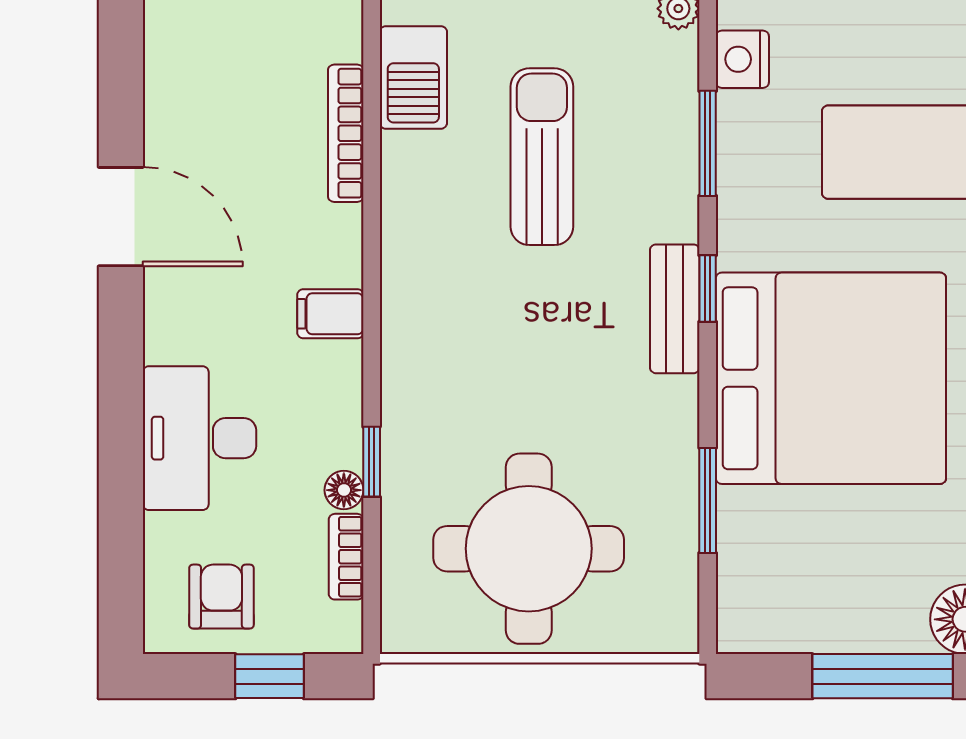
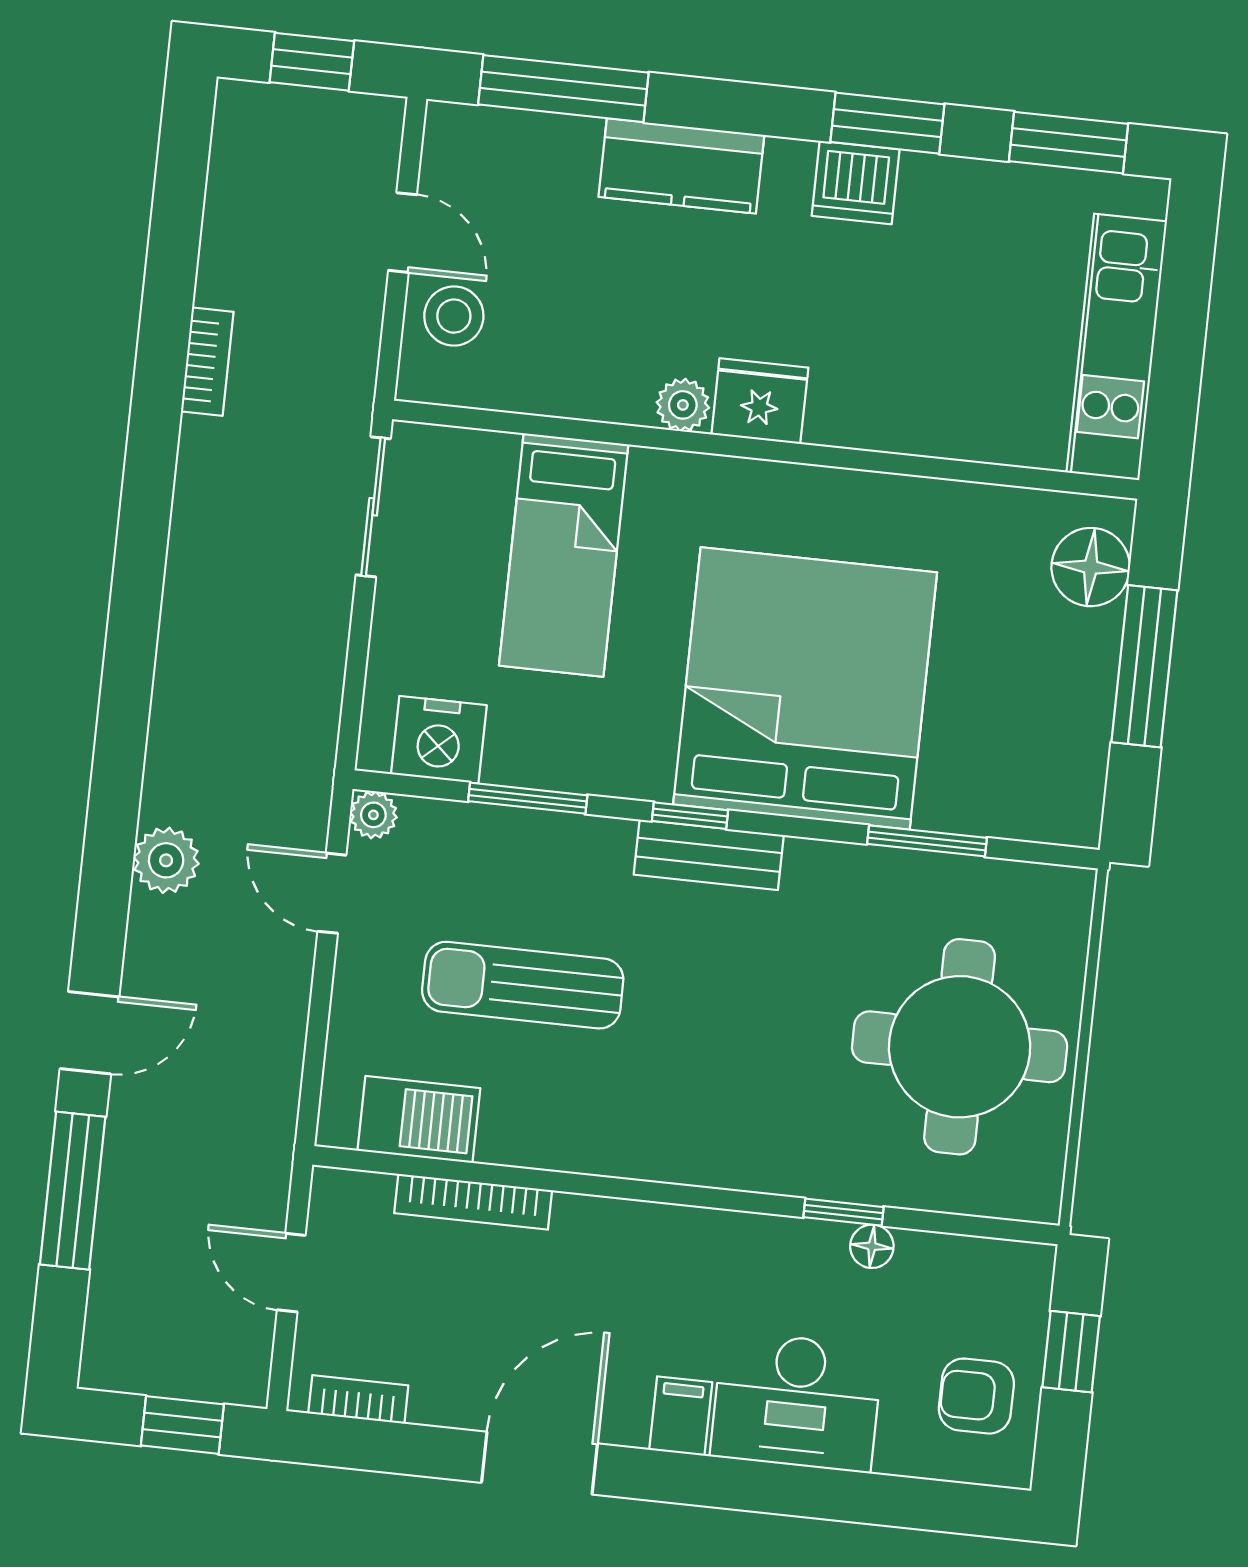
nightstand: (742, 59) -> (439, 740), width x1.36, depth x1.33
filing cabinet: (330, 314) -> (681, 1416), moved, turned 180
bookcase: (346, 557) -> (358, 1399), moved, turned 180

